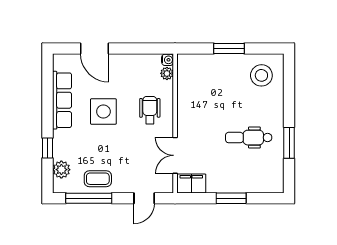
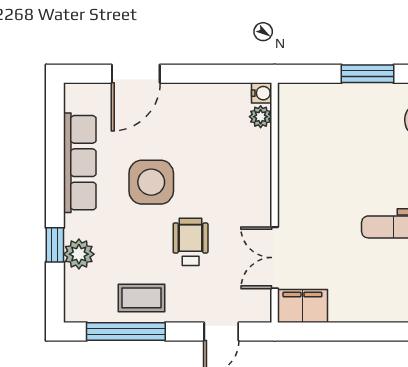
door: (94, 49) -> (136, 74), hinge flipped
wheelchair: (150, 110) -> (191, 242), moved
plant: (61, 170) -> (79, 254), moved
window: (231, 198) -> (371, 332), removed

